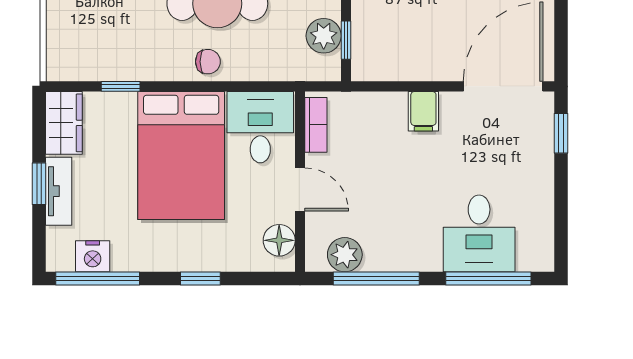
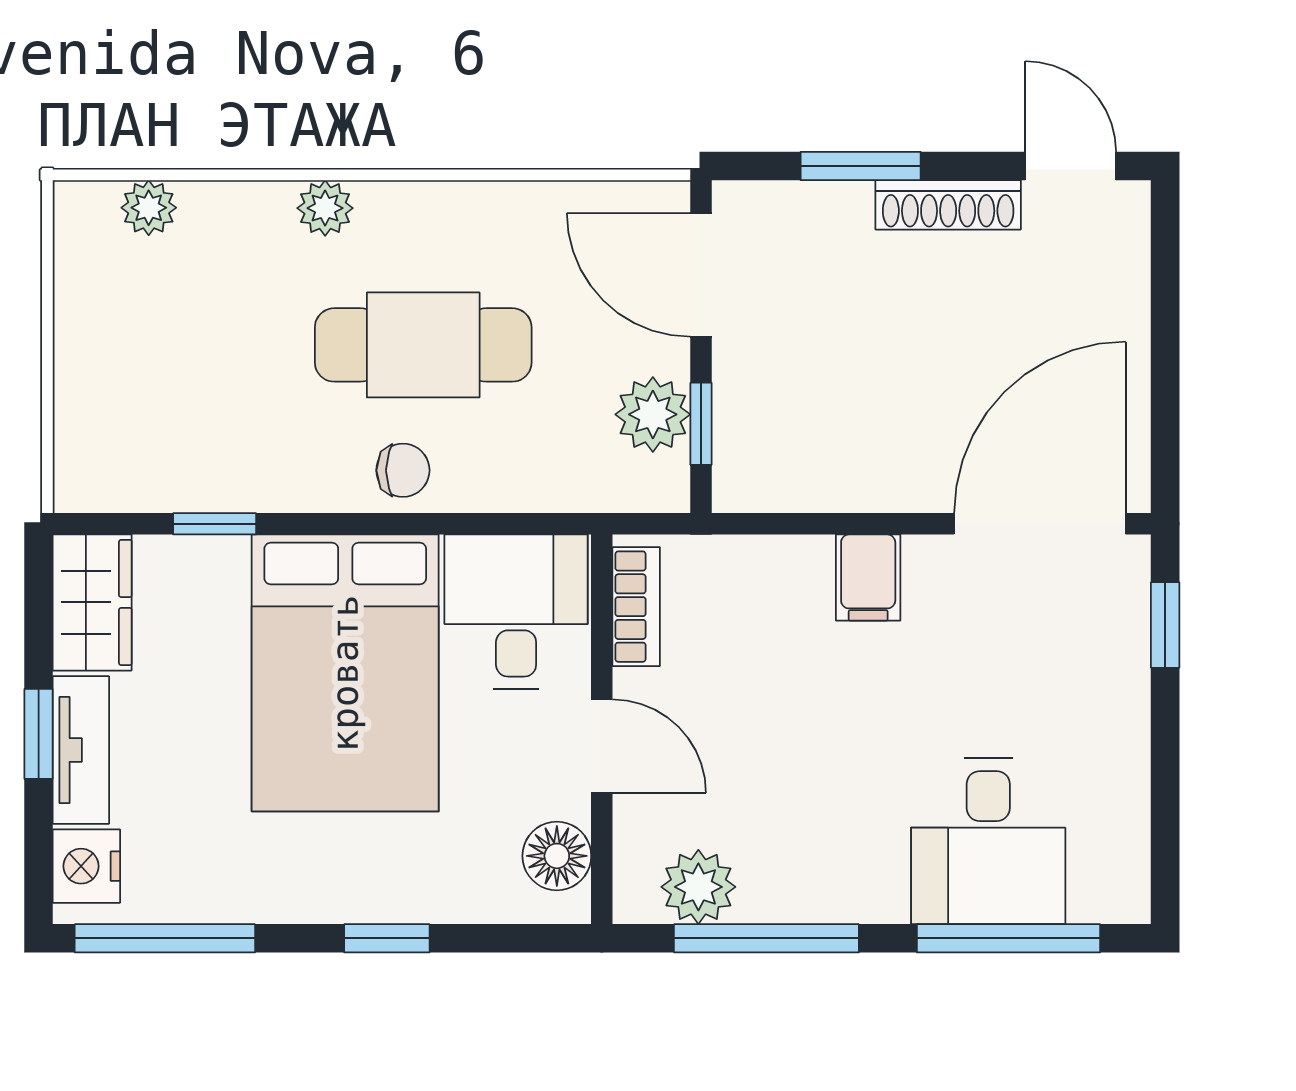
nightstand: (93, 256) -> (86, 866), moved, turned 90

